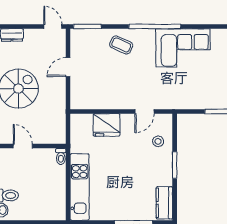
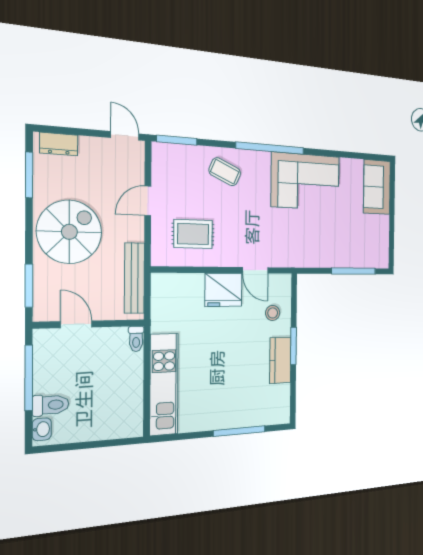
rug: (99, 88) -> (193, 234), added
door: (144, 111) -> (255, 270), hinge flipped
bench: (60, 117) -> (134, 278), added
fridge: (107, 125) -> (223, 290), moved
kitchen counter: (164, 203) -> (280, 360), moved

